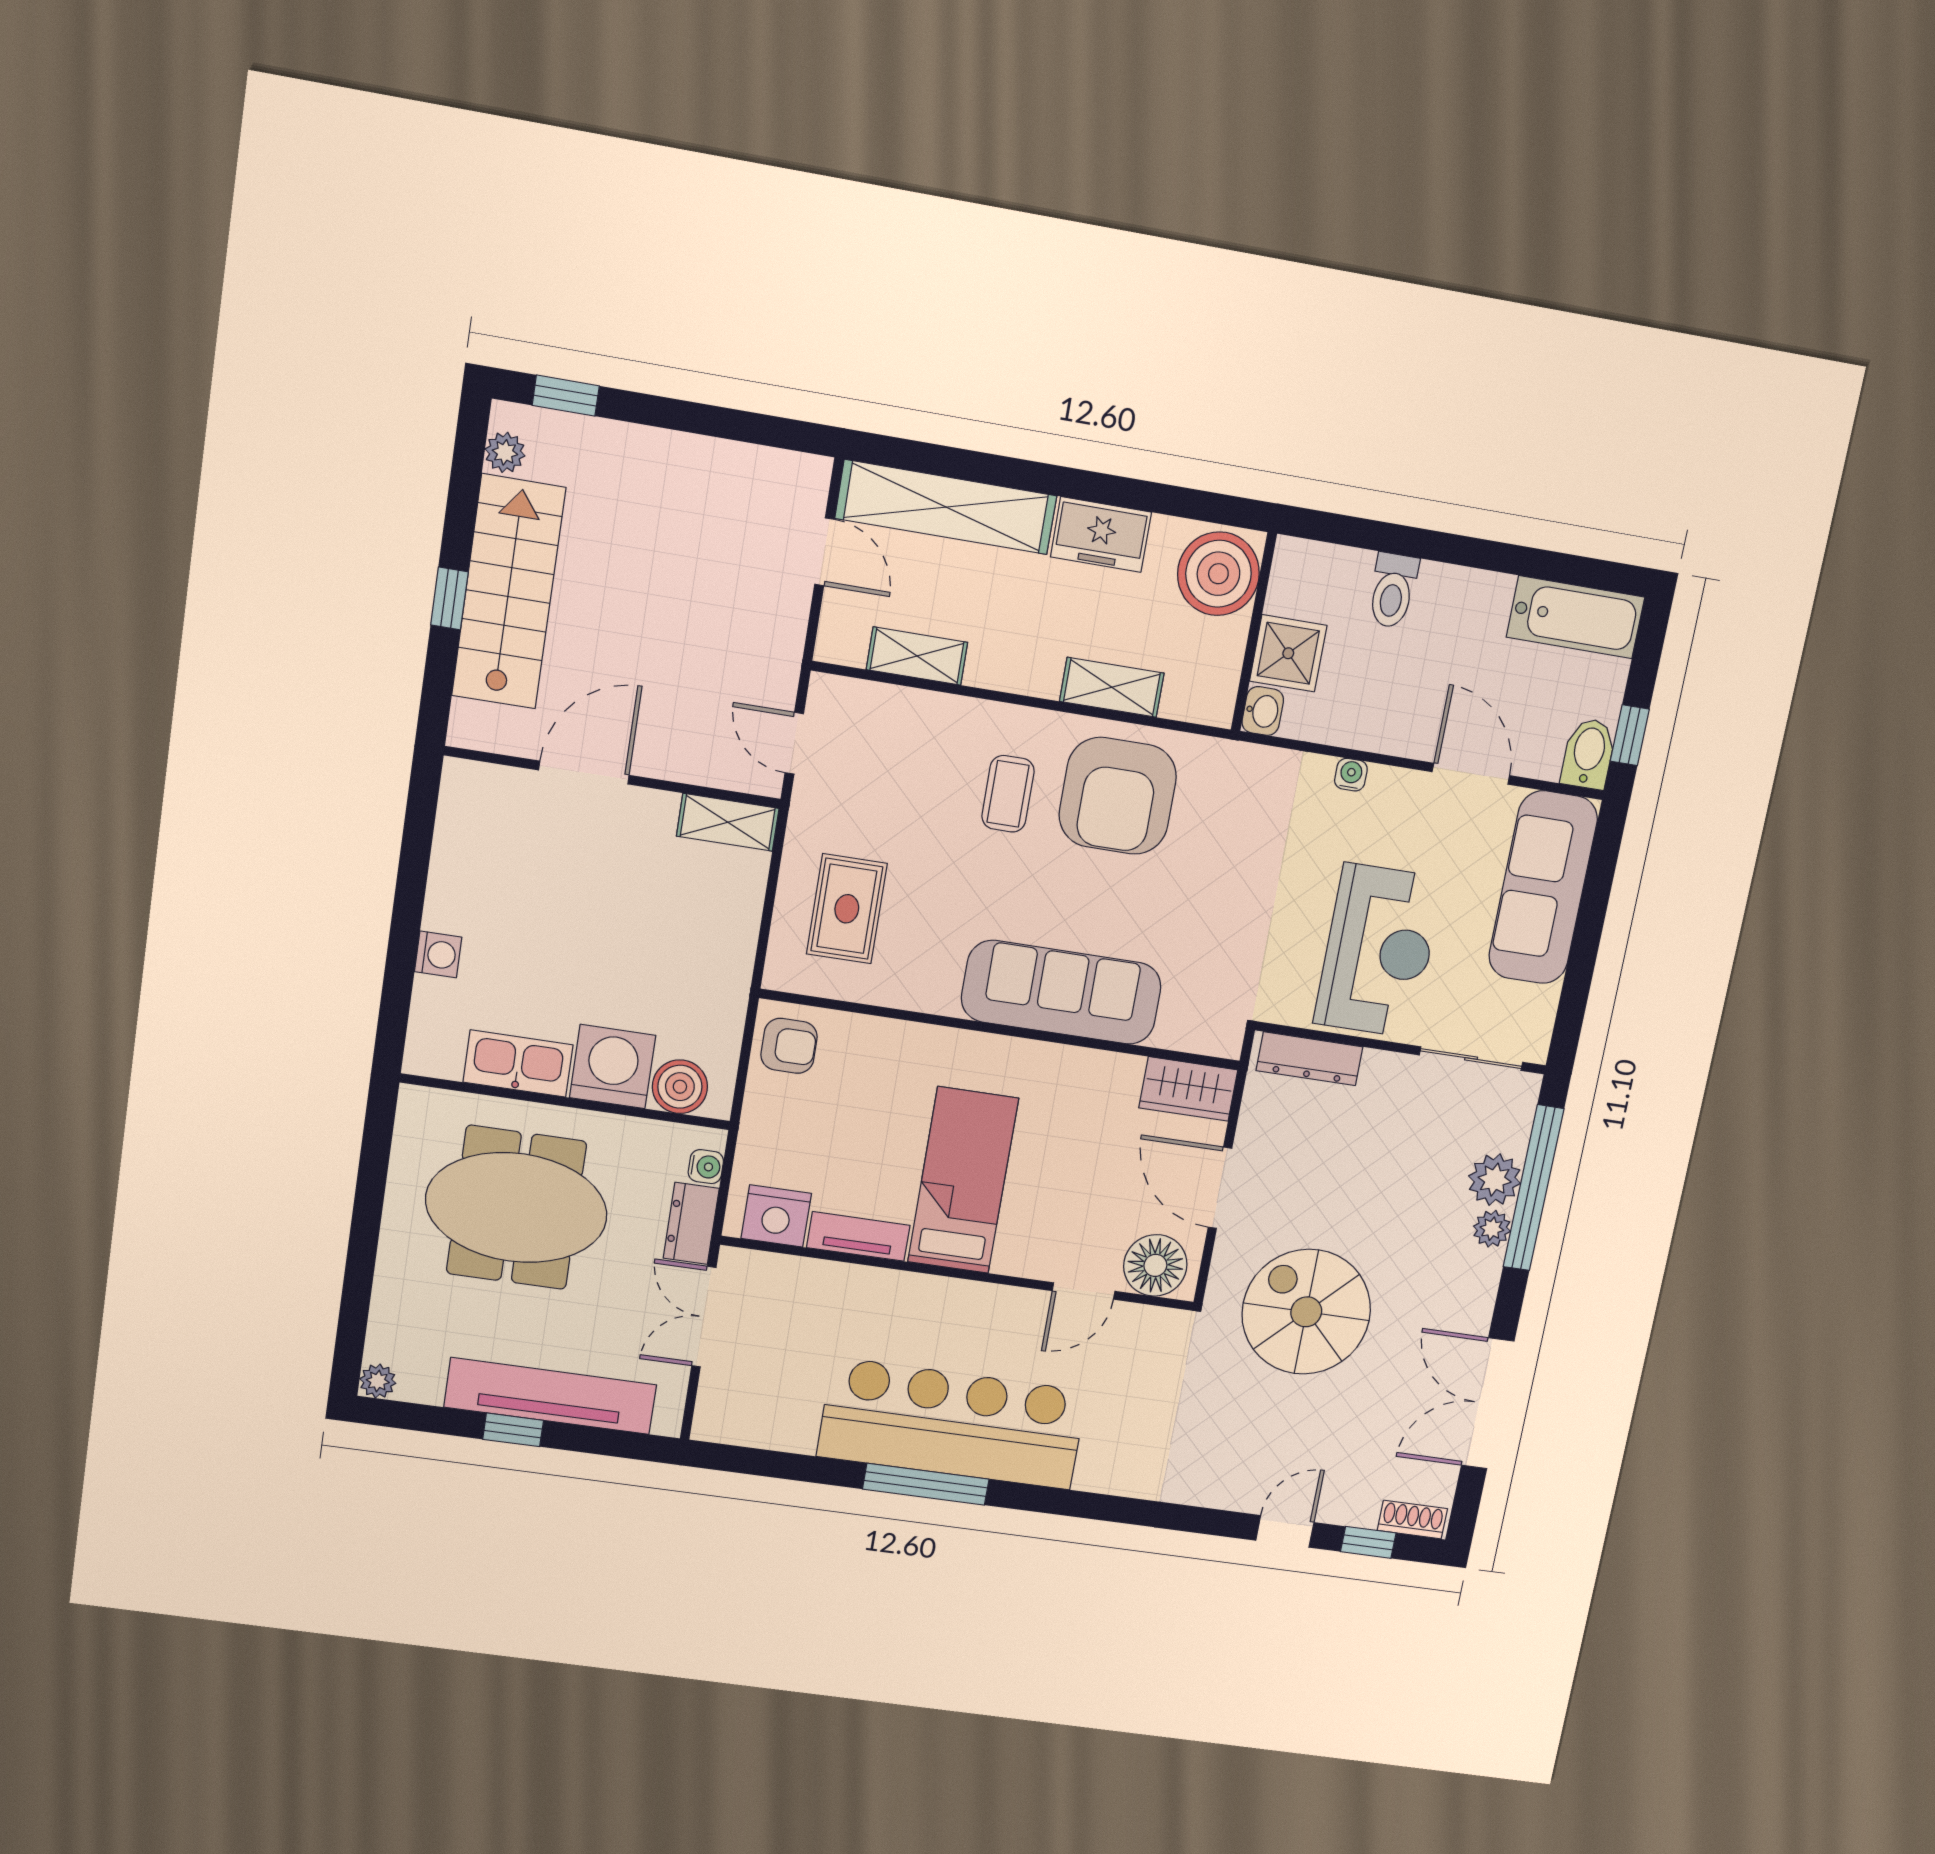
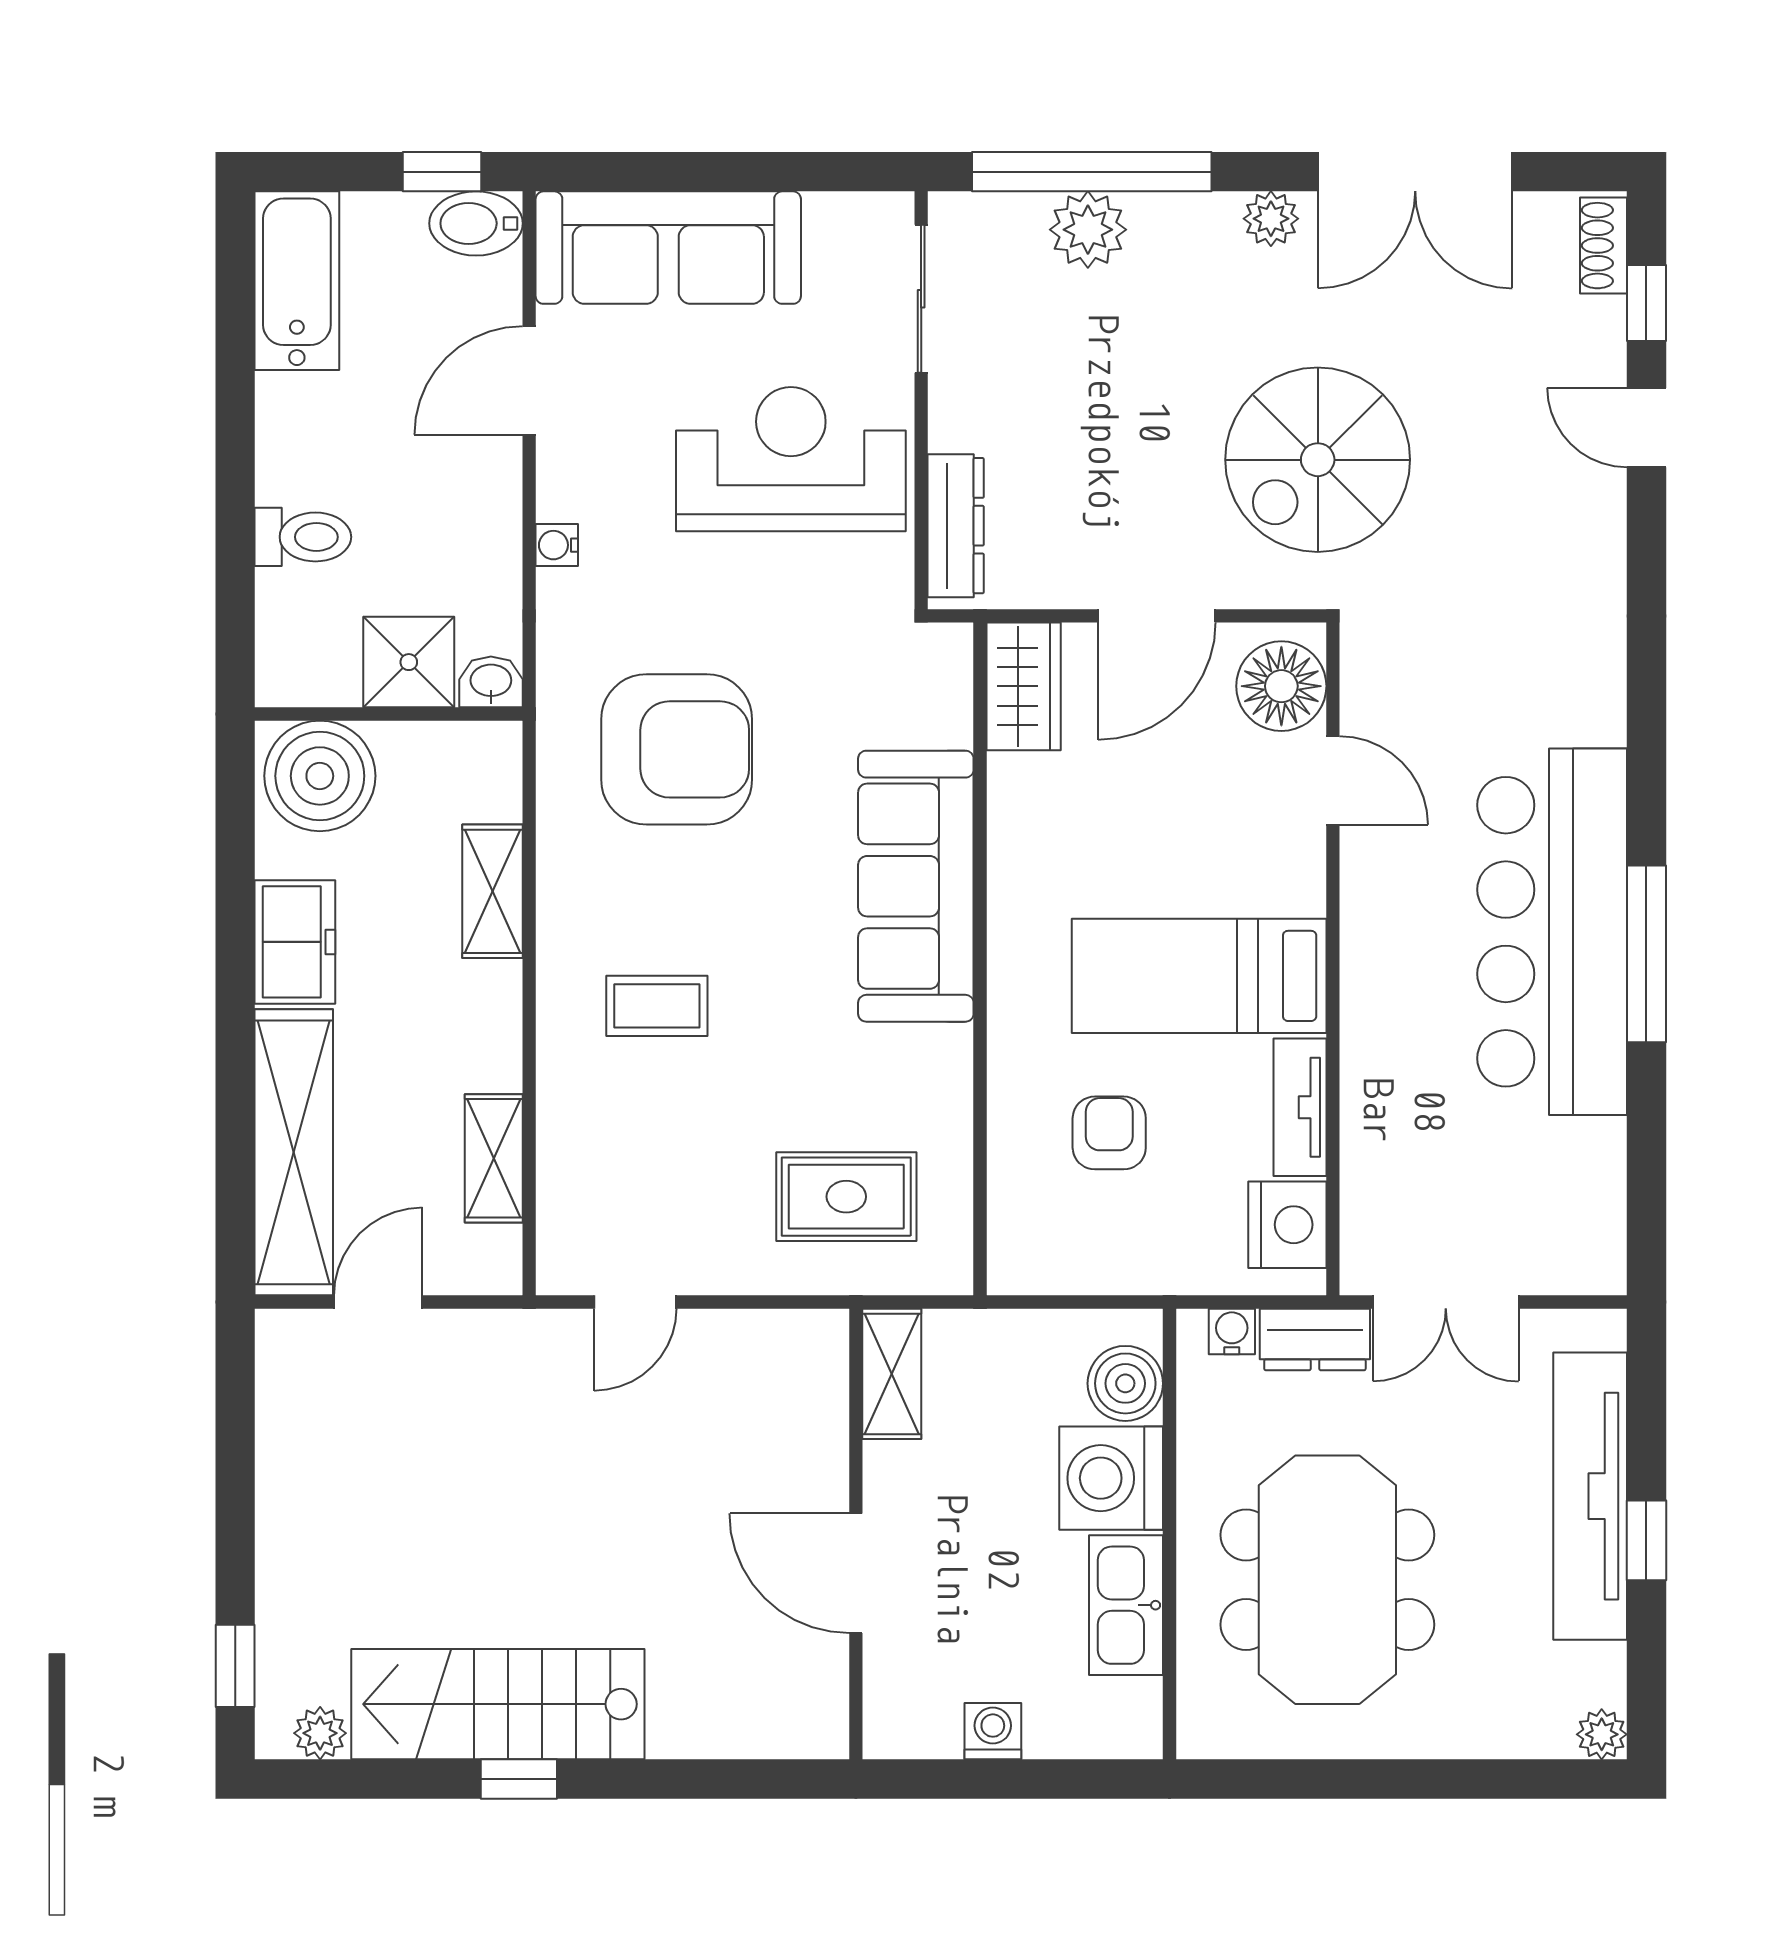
door: (584, 773) -> (856, 1573), moved
wall: (613, 777) -> (856, 1534), moved
armchair: (1118, 796) -> (677, 749), moved
shelving: (728, 822) -> (892, 1374), moved
armchair: (789, 1046) -> (1109, 1133), moved
plant: (1492, 1229) -> (1271, 219), moved

